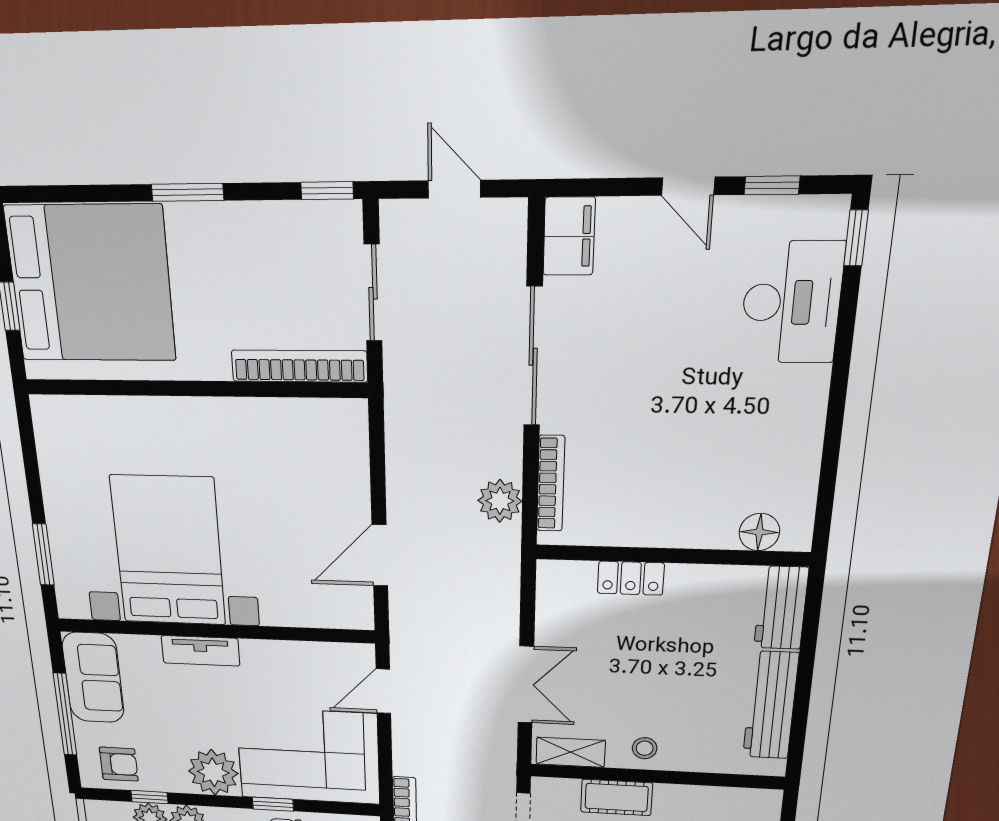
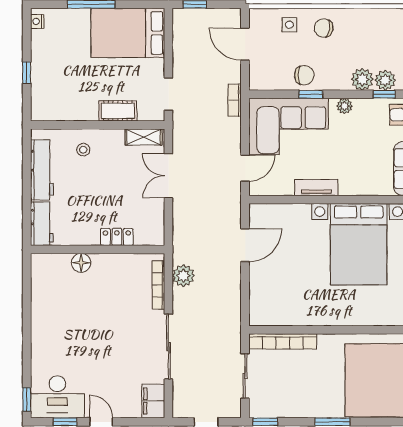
desk: (792, 302) -> (57, 397), moved, turned -90
floor lamp: (759, 532) -> (81, 263), moved
tv unit: (200, 651) -> (316, 188), moved
stool: (645, 748) -> (83, 150), moved
plant: (213, 772) -> (344, 106), width x0.53, depth x0.53

